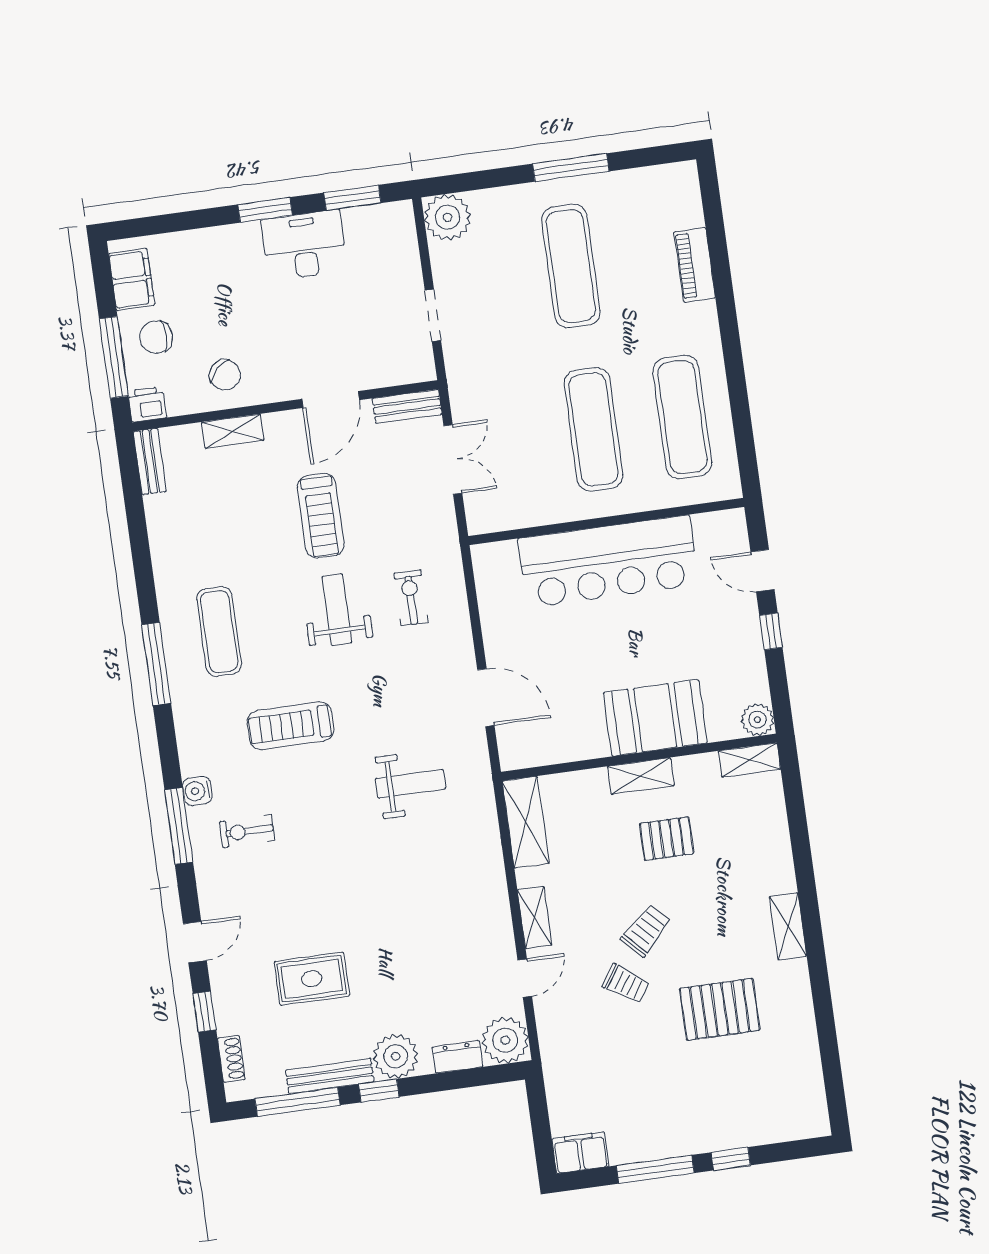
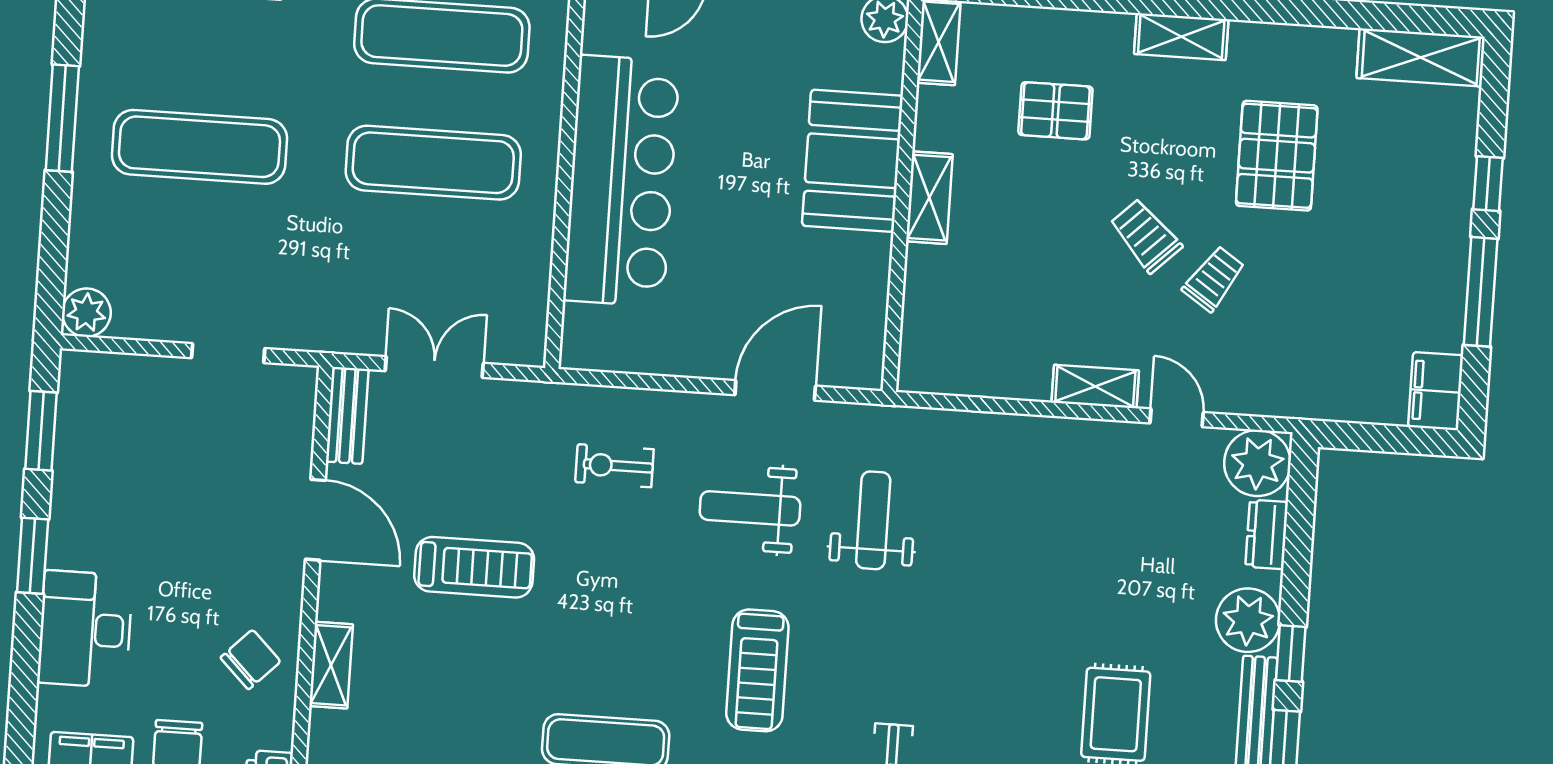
plant: (447, 217) -> (86, 313), width x0.73, depth x0.73
desk: (304, 245) -> (85, 629), moved
weight bench: (337, 610) -> (750, 508), moved
shelving: (526, 822) -> (1421, 57), moved
pallet: (667, 839) -> (1055, 111), moved, turned 90

